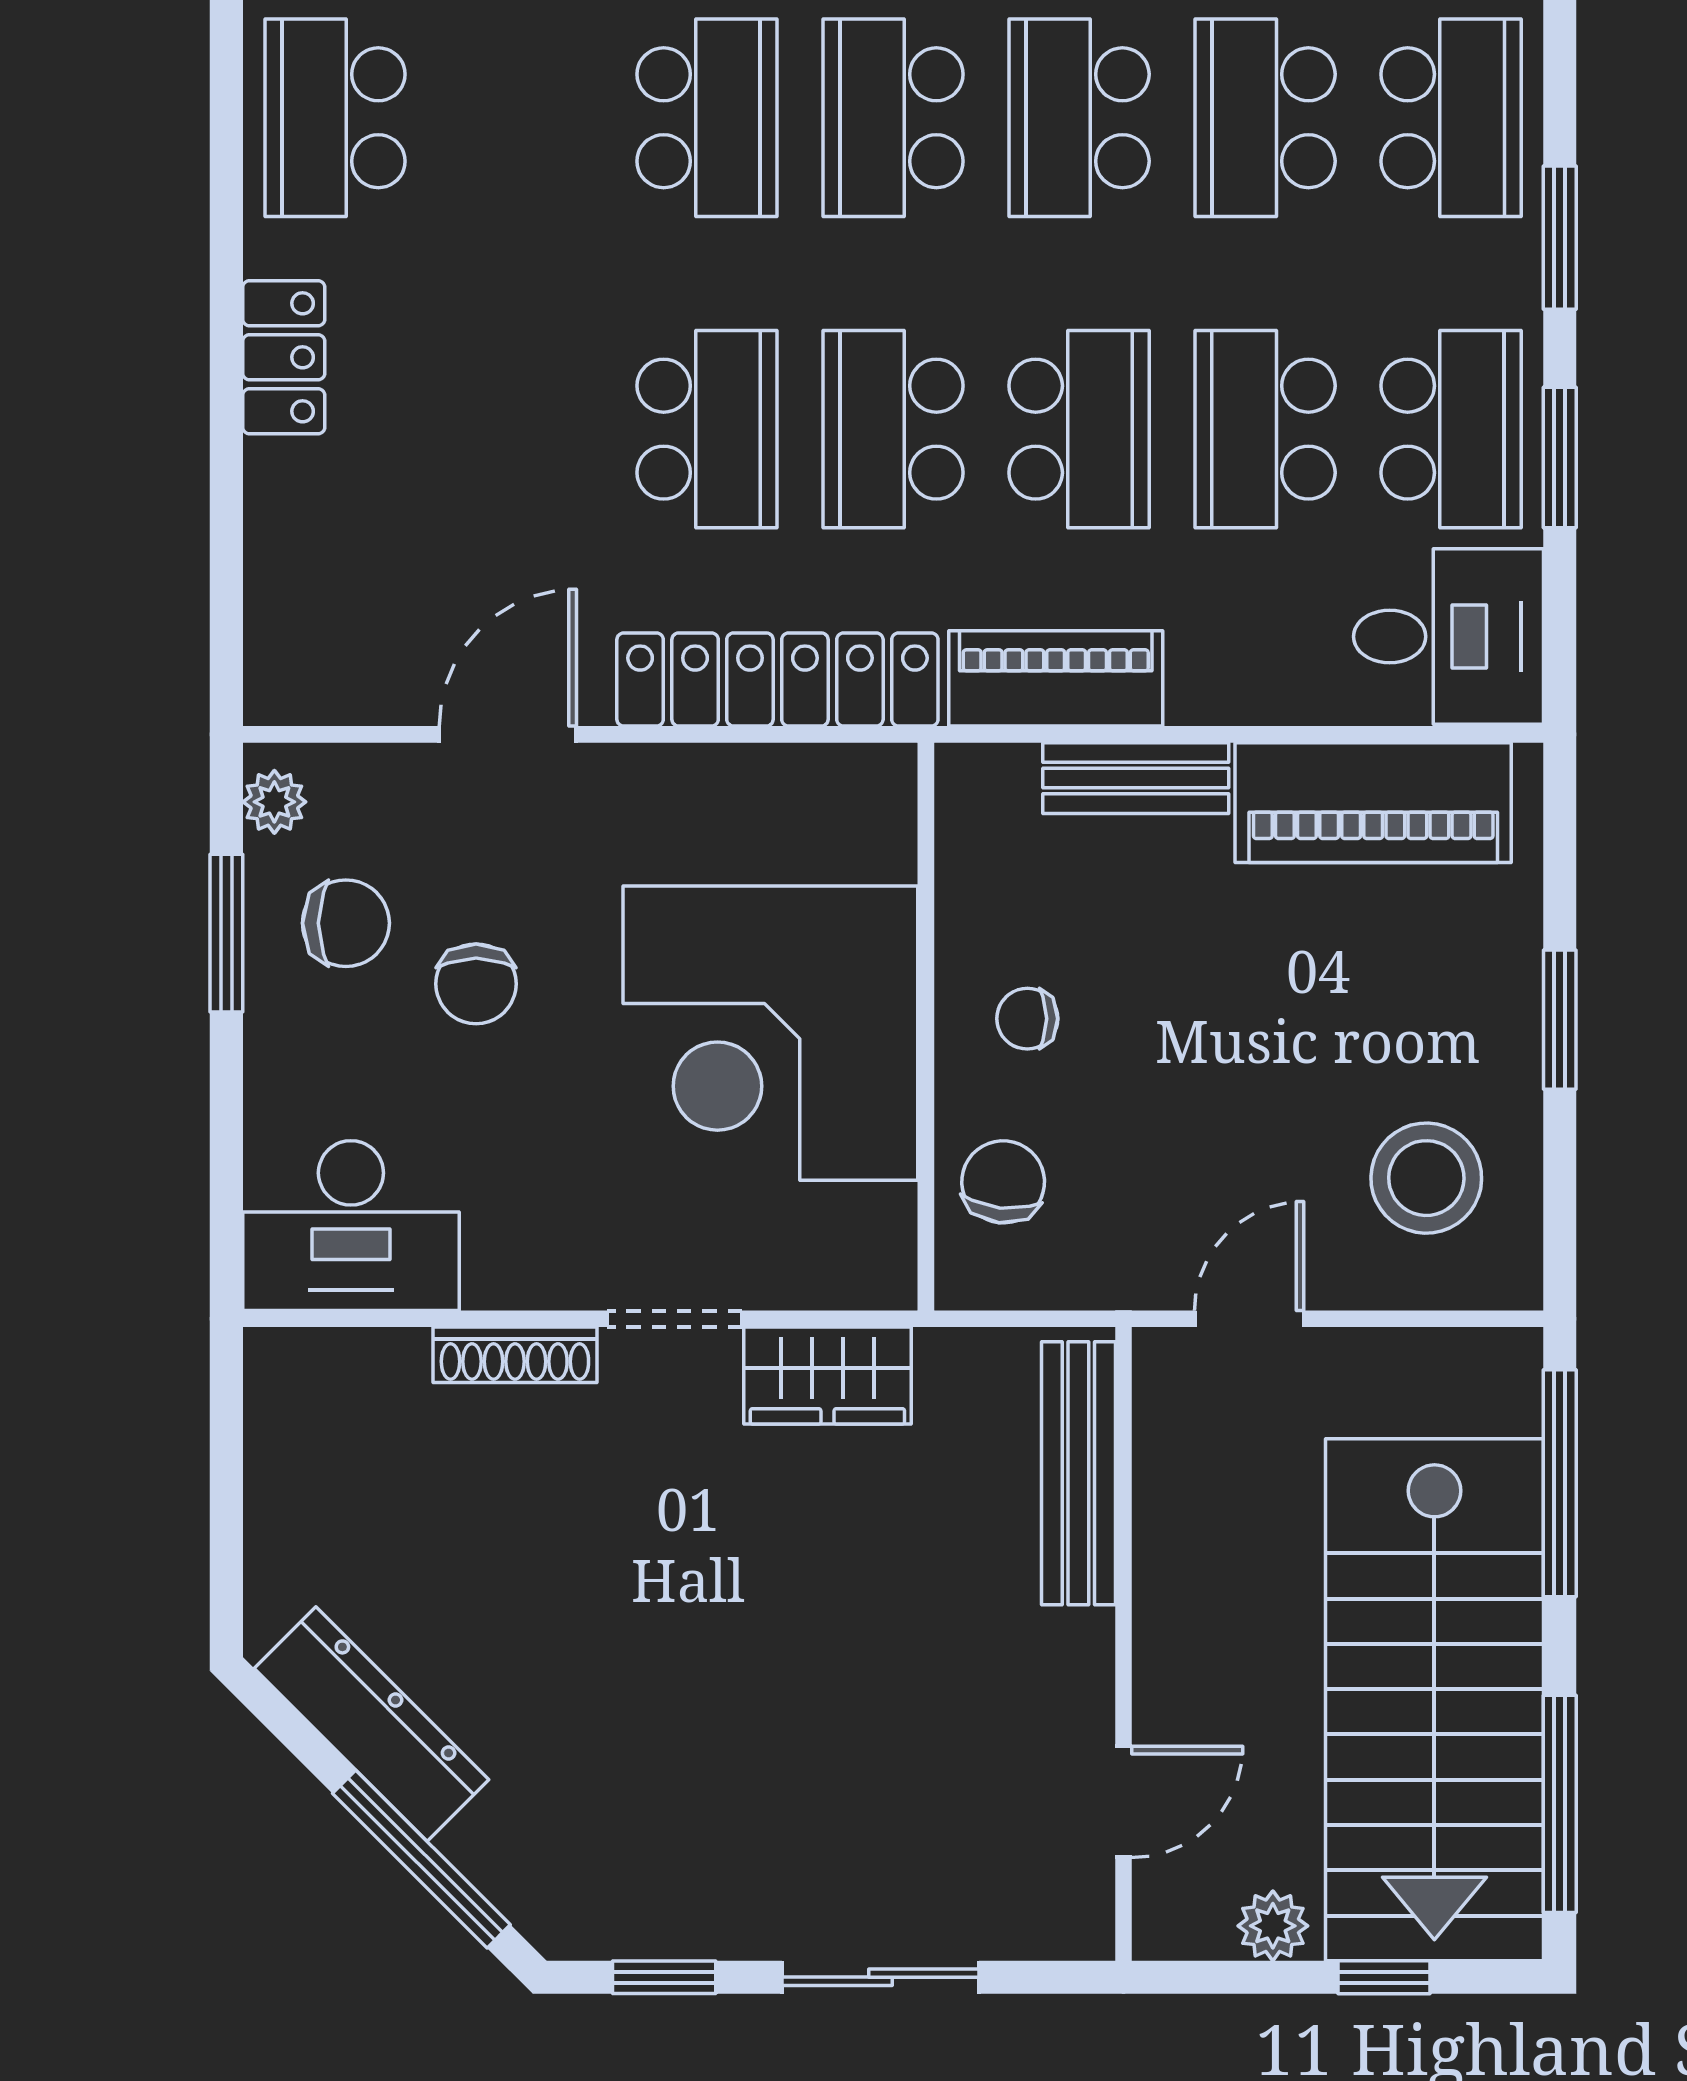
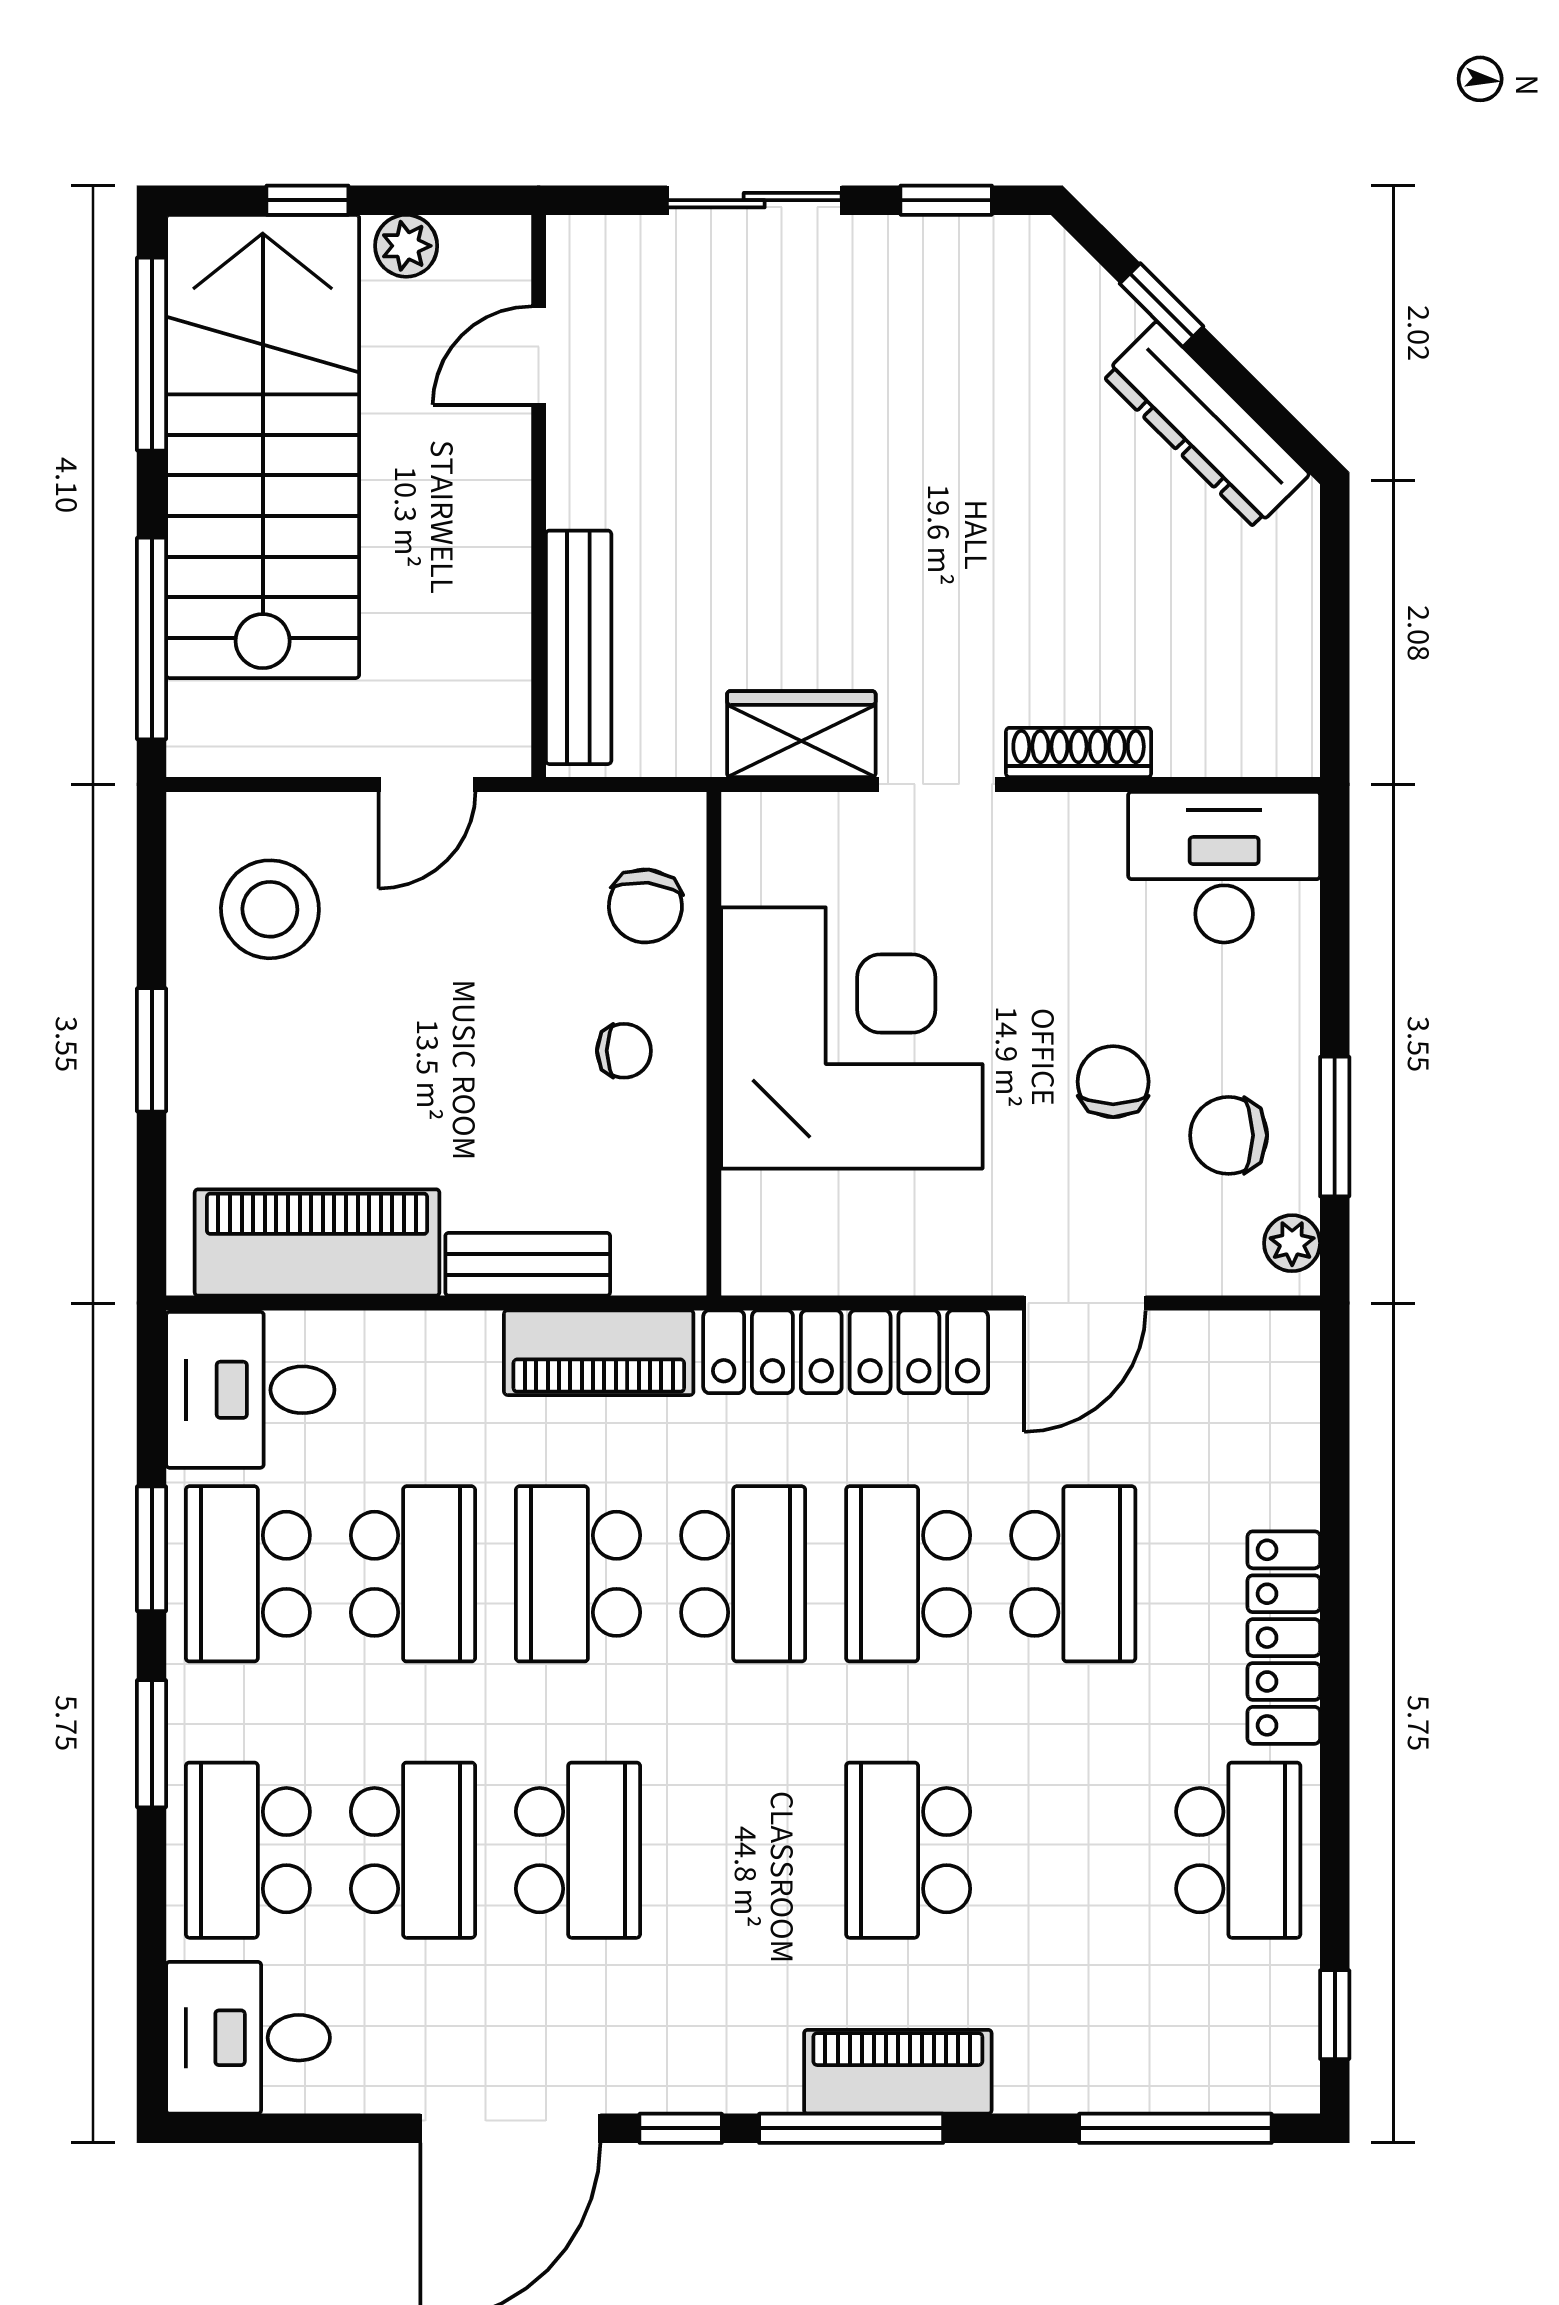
school desk: (893, 118) -> (1073, 1574), moved
locker: (284, 357) -> (1284, 1638), width x1.53
window: (421, 1859) -> (1162, 305), width x0.46

